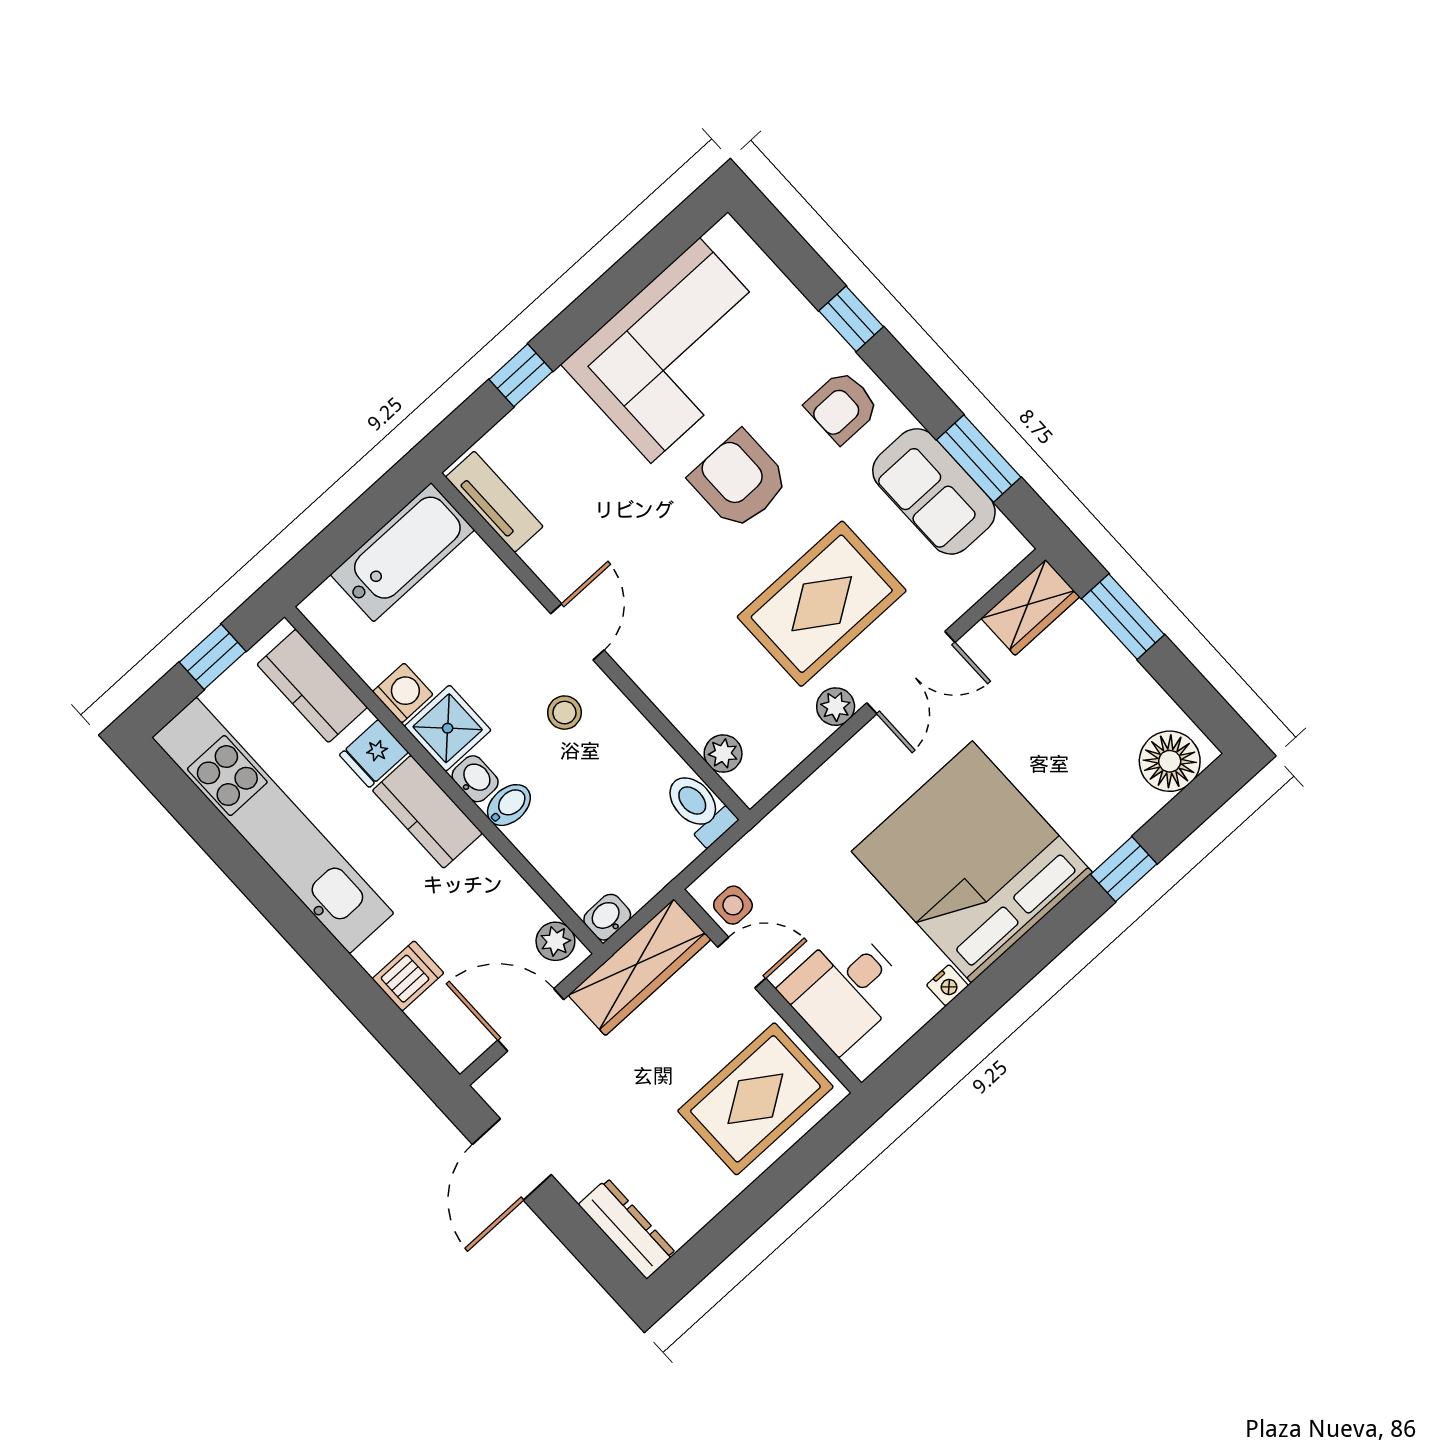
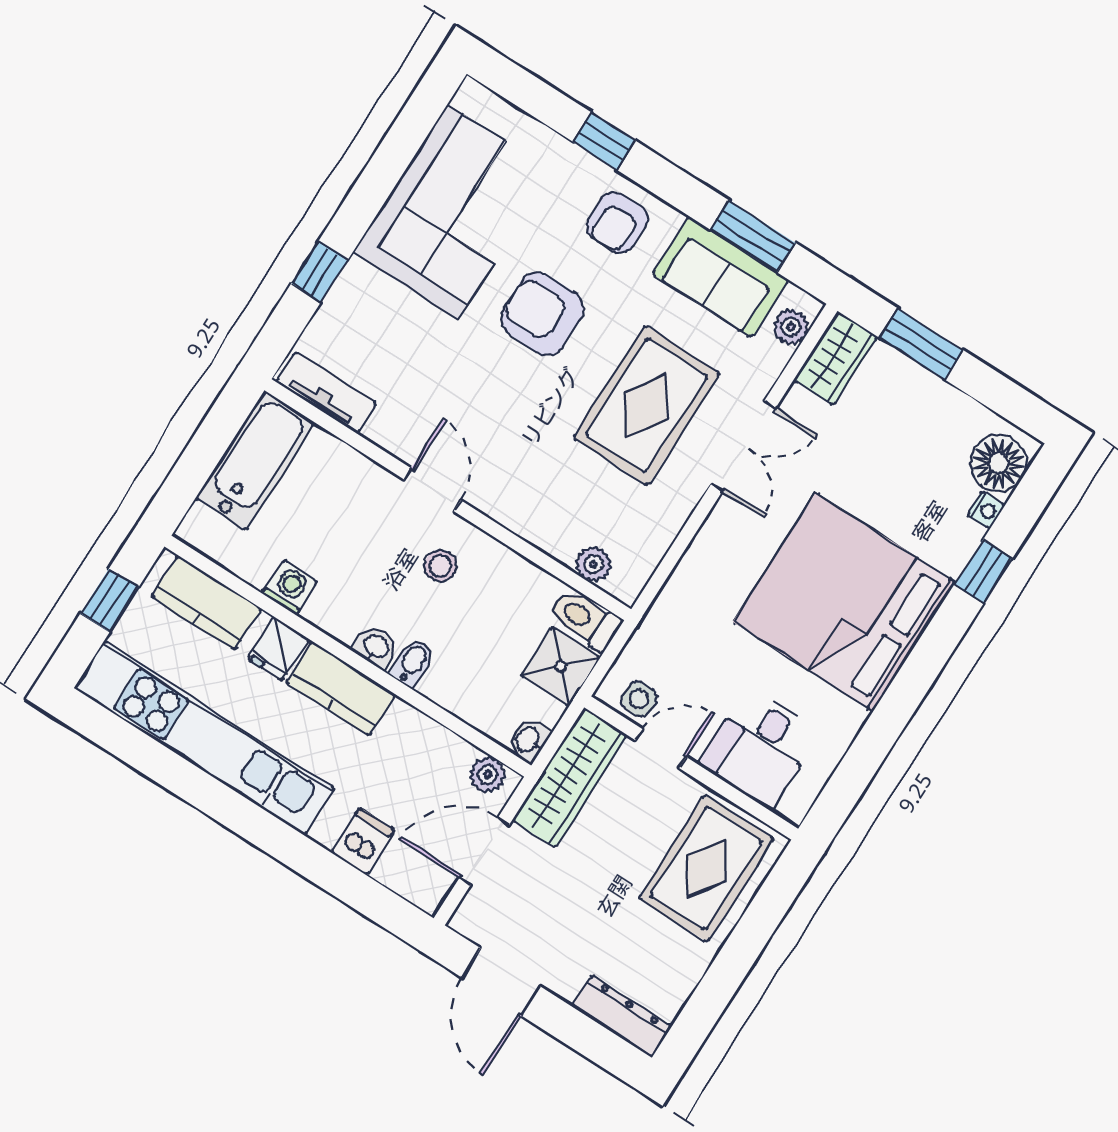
plant: (836, 707) -> (791, 327), moved
shower: (448, 728) -> (560, 666), moved
nightstand: (947, 985) -> (986, 510), moved

